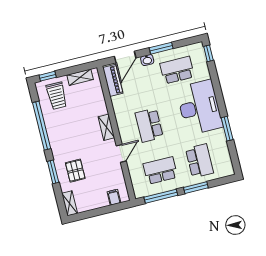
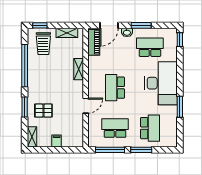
shelving: (106, 127) -> (79, 69), moved
pallet: (75, 171) -> (43, 111), turned 90
filing cabinet: (114, 197) -> (57, 141), moved

